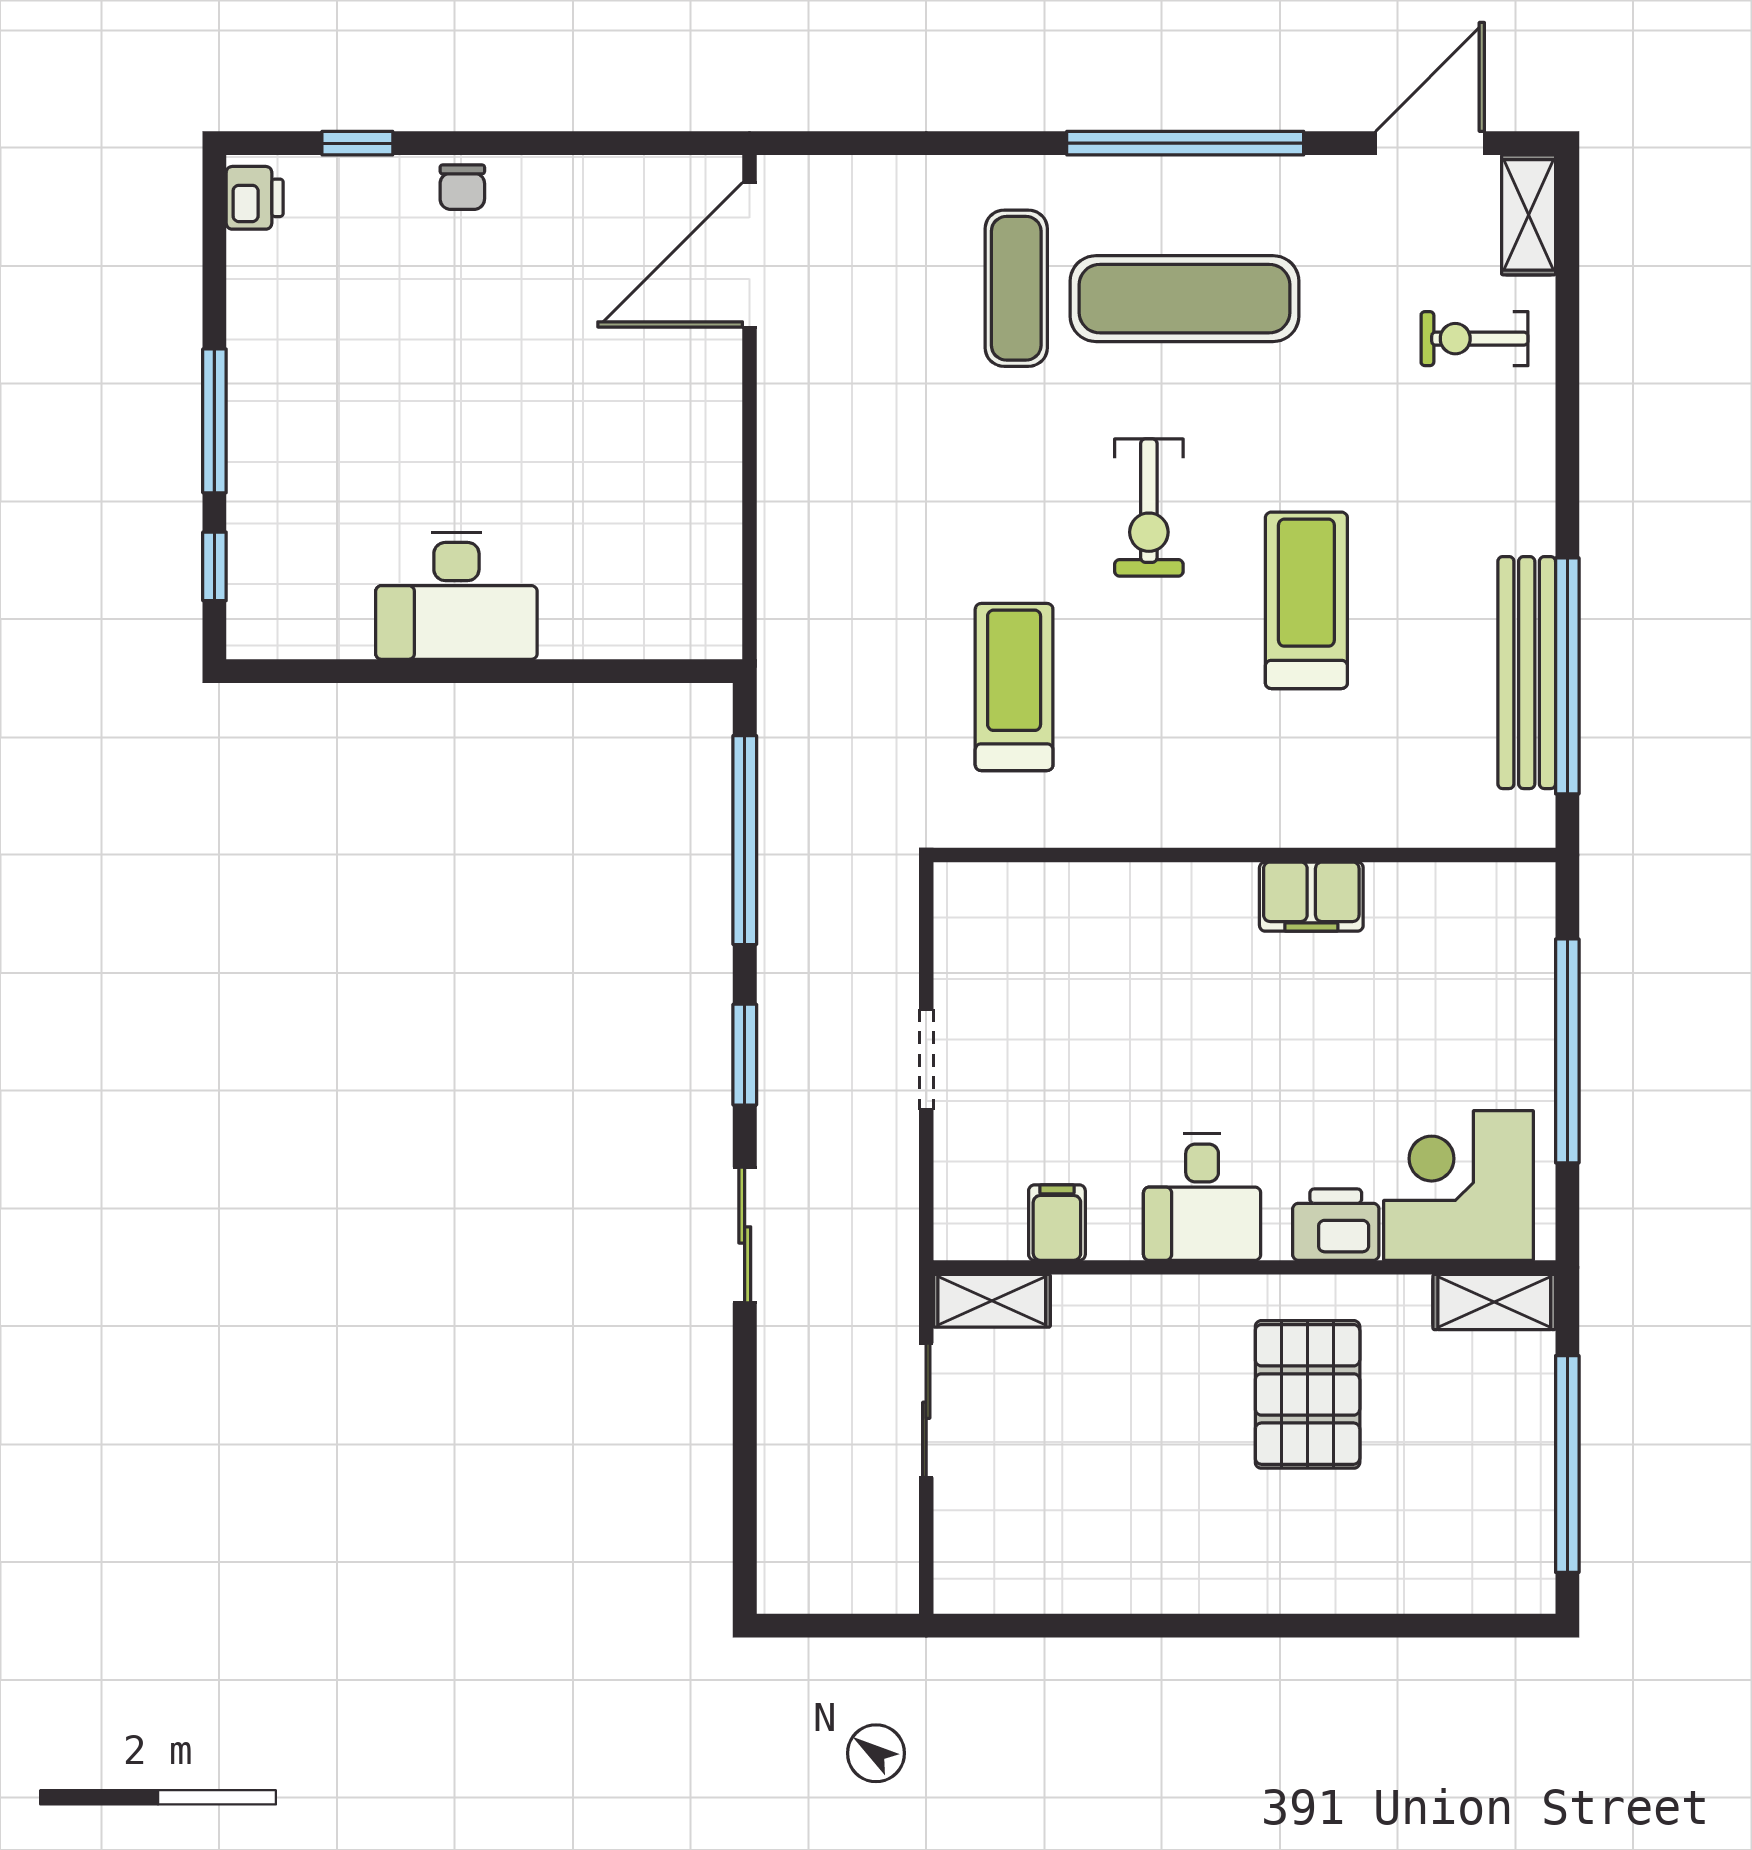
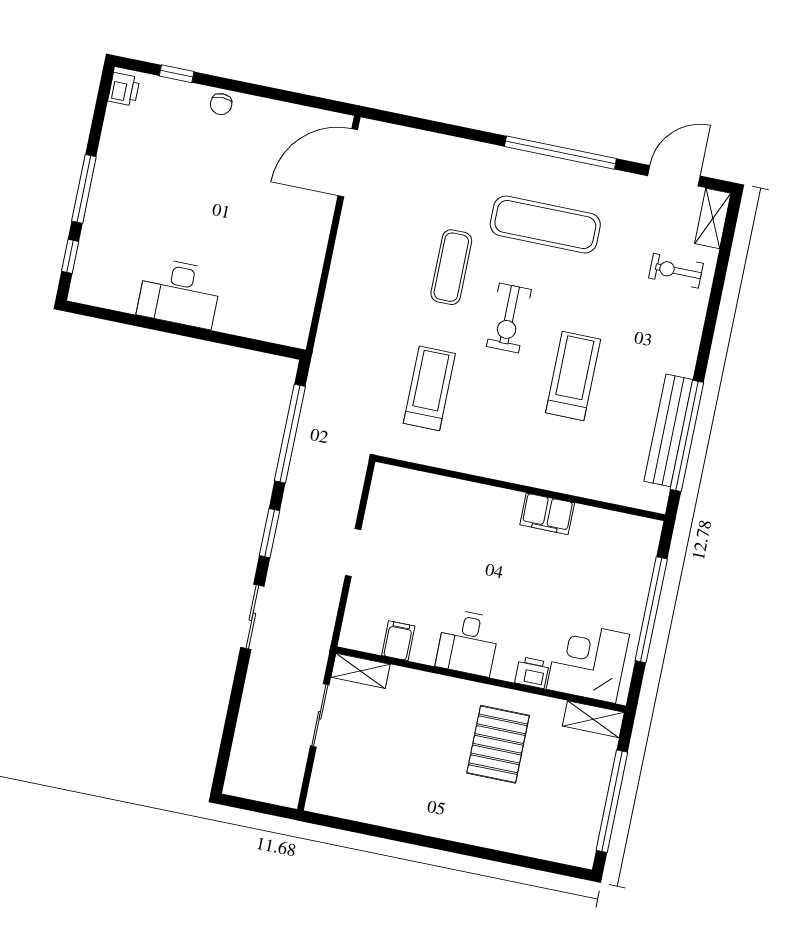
exercise mat: (1016, 288) -> (451, 267), moved
printer: (1336, 1225) -> (532, 673), width x0.73, depth x0.81

